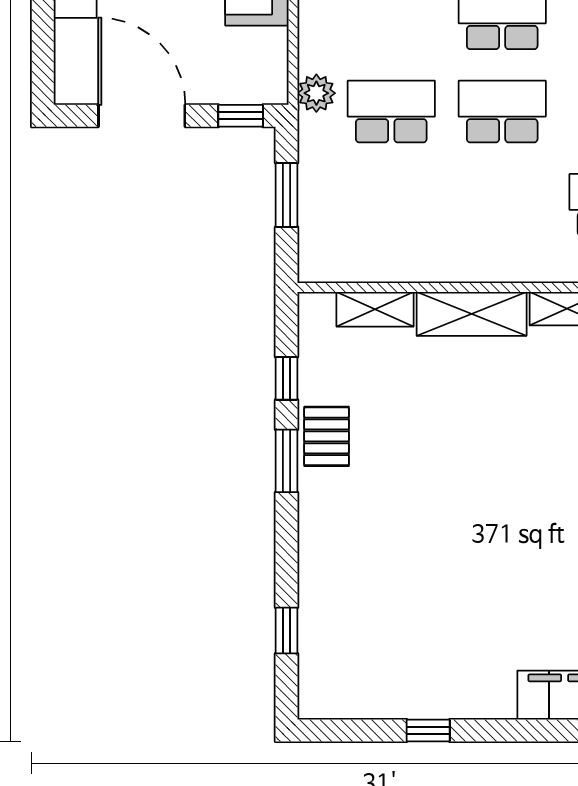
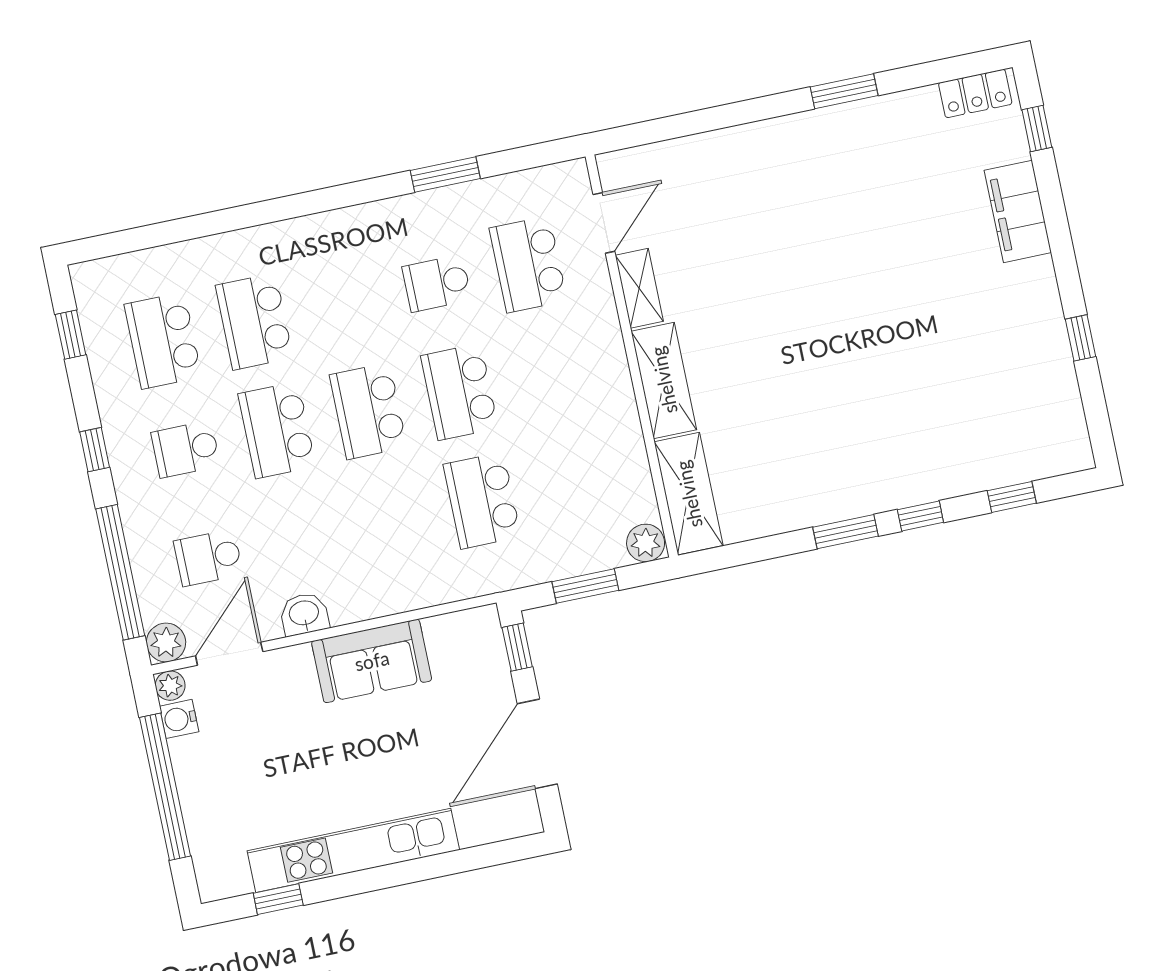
plant: (316, 93) -> (646, 543), moved
shelving: (375, 309) -> (689, 494), width x1.50, depth x1.33
window: (286, 378) -> (920, 516), moved
pallet: (327, 436) -> (813, 497), removed

